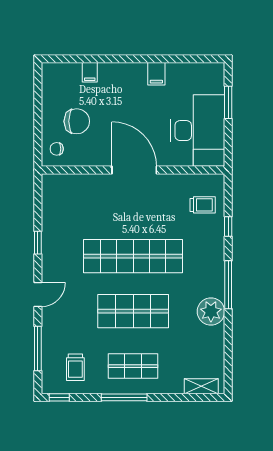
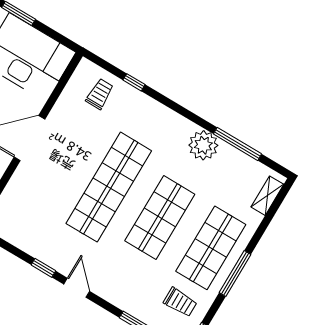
window: (228, 285) -> (237, 144), moved
door: (38, 294) -> (77, 288), moved
shop shelf: (133, 366) -> (211, 248), width x1.43, depth x1.36

